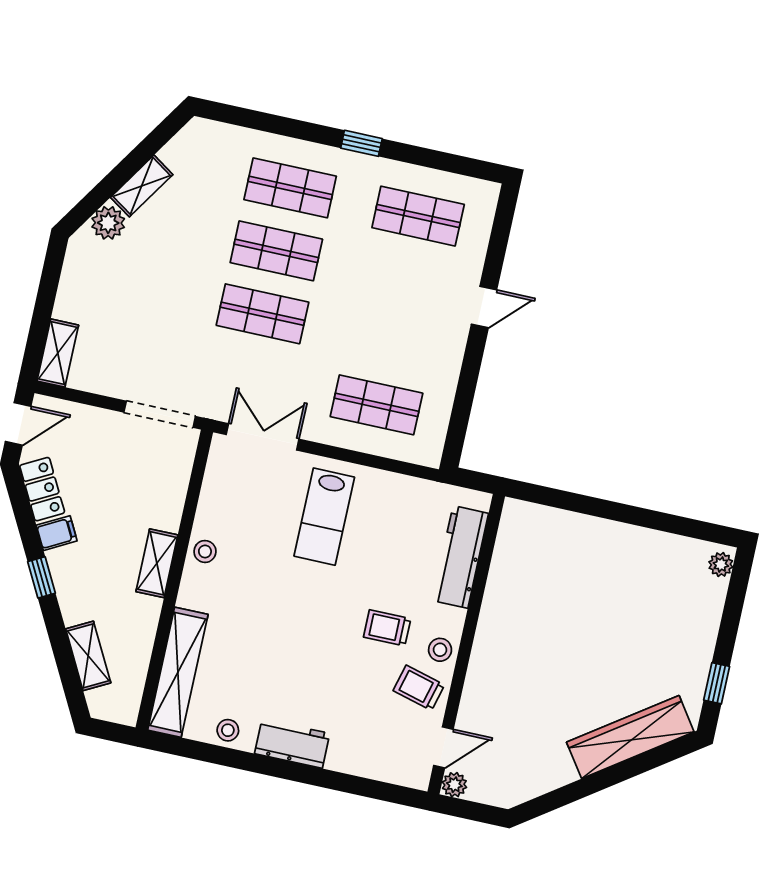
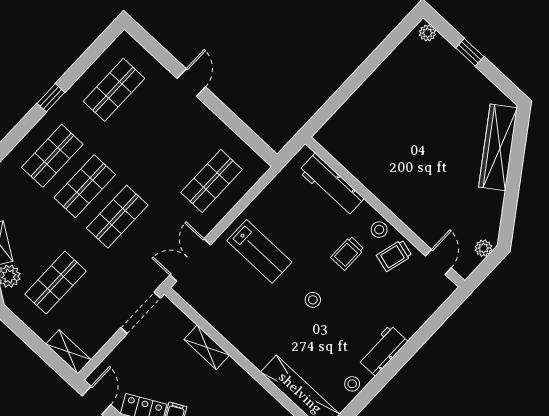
shop shelf: (135, 286) -> (55, 283), added
stool: (205, 551) -> (313, 300), moved
shelving: (157, 563) -> (207, 347), moved
window: (717, 683) -> (470, 52), moved
plant: (454, 785) -> (483, 248), moved

